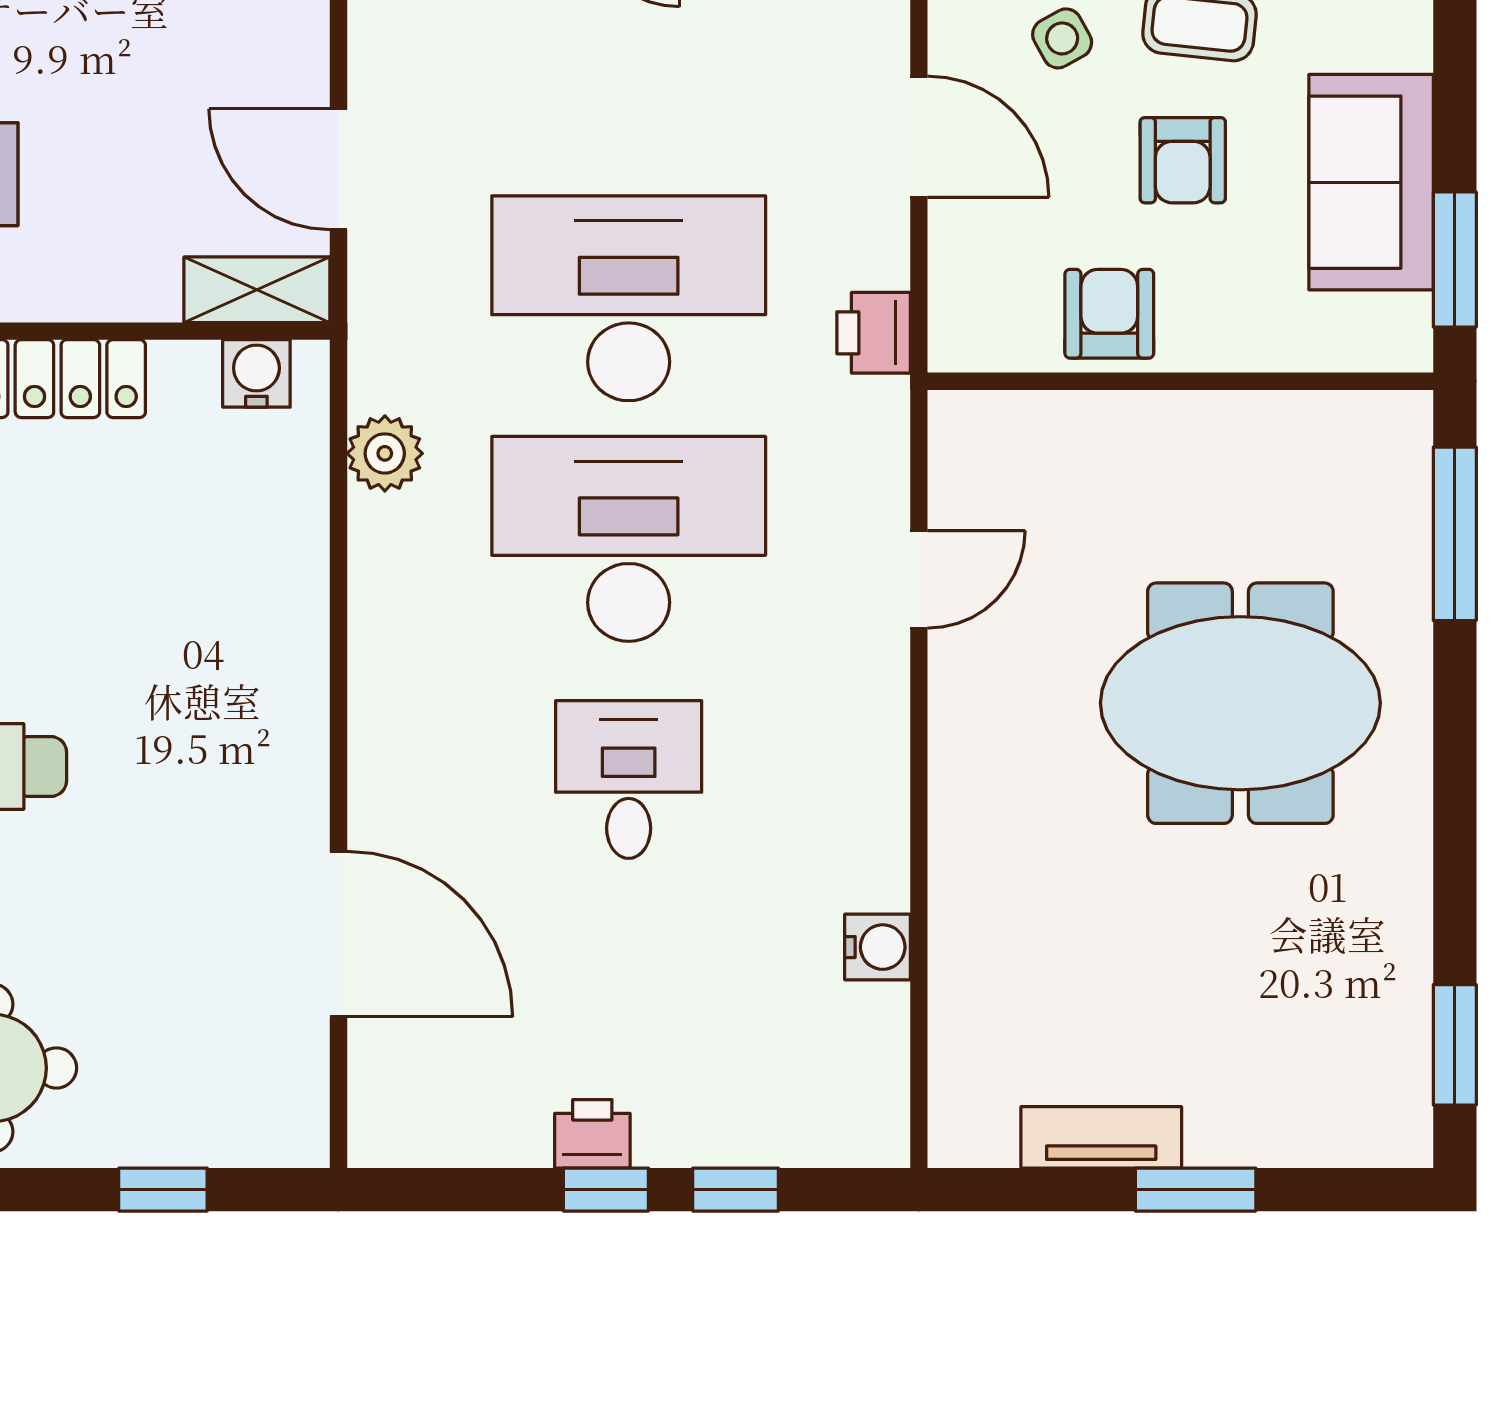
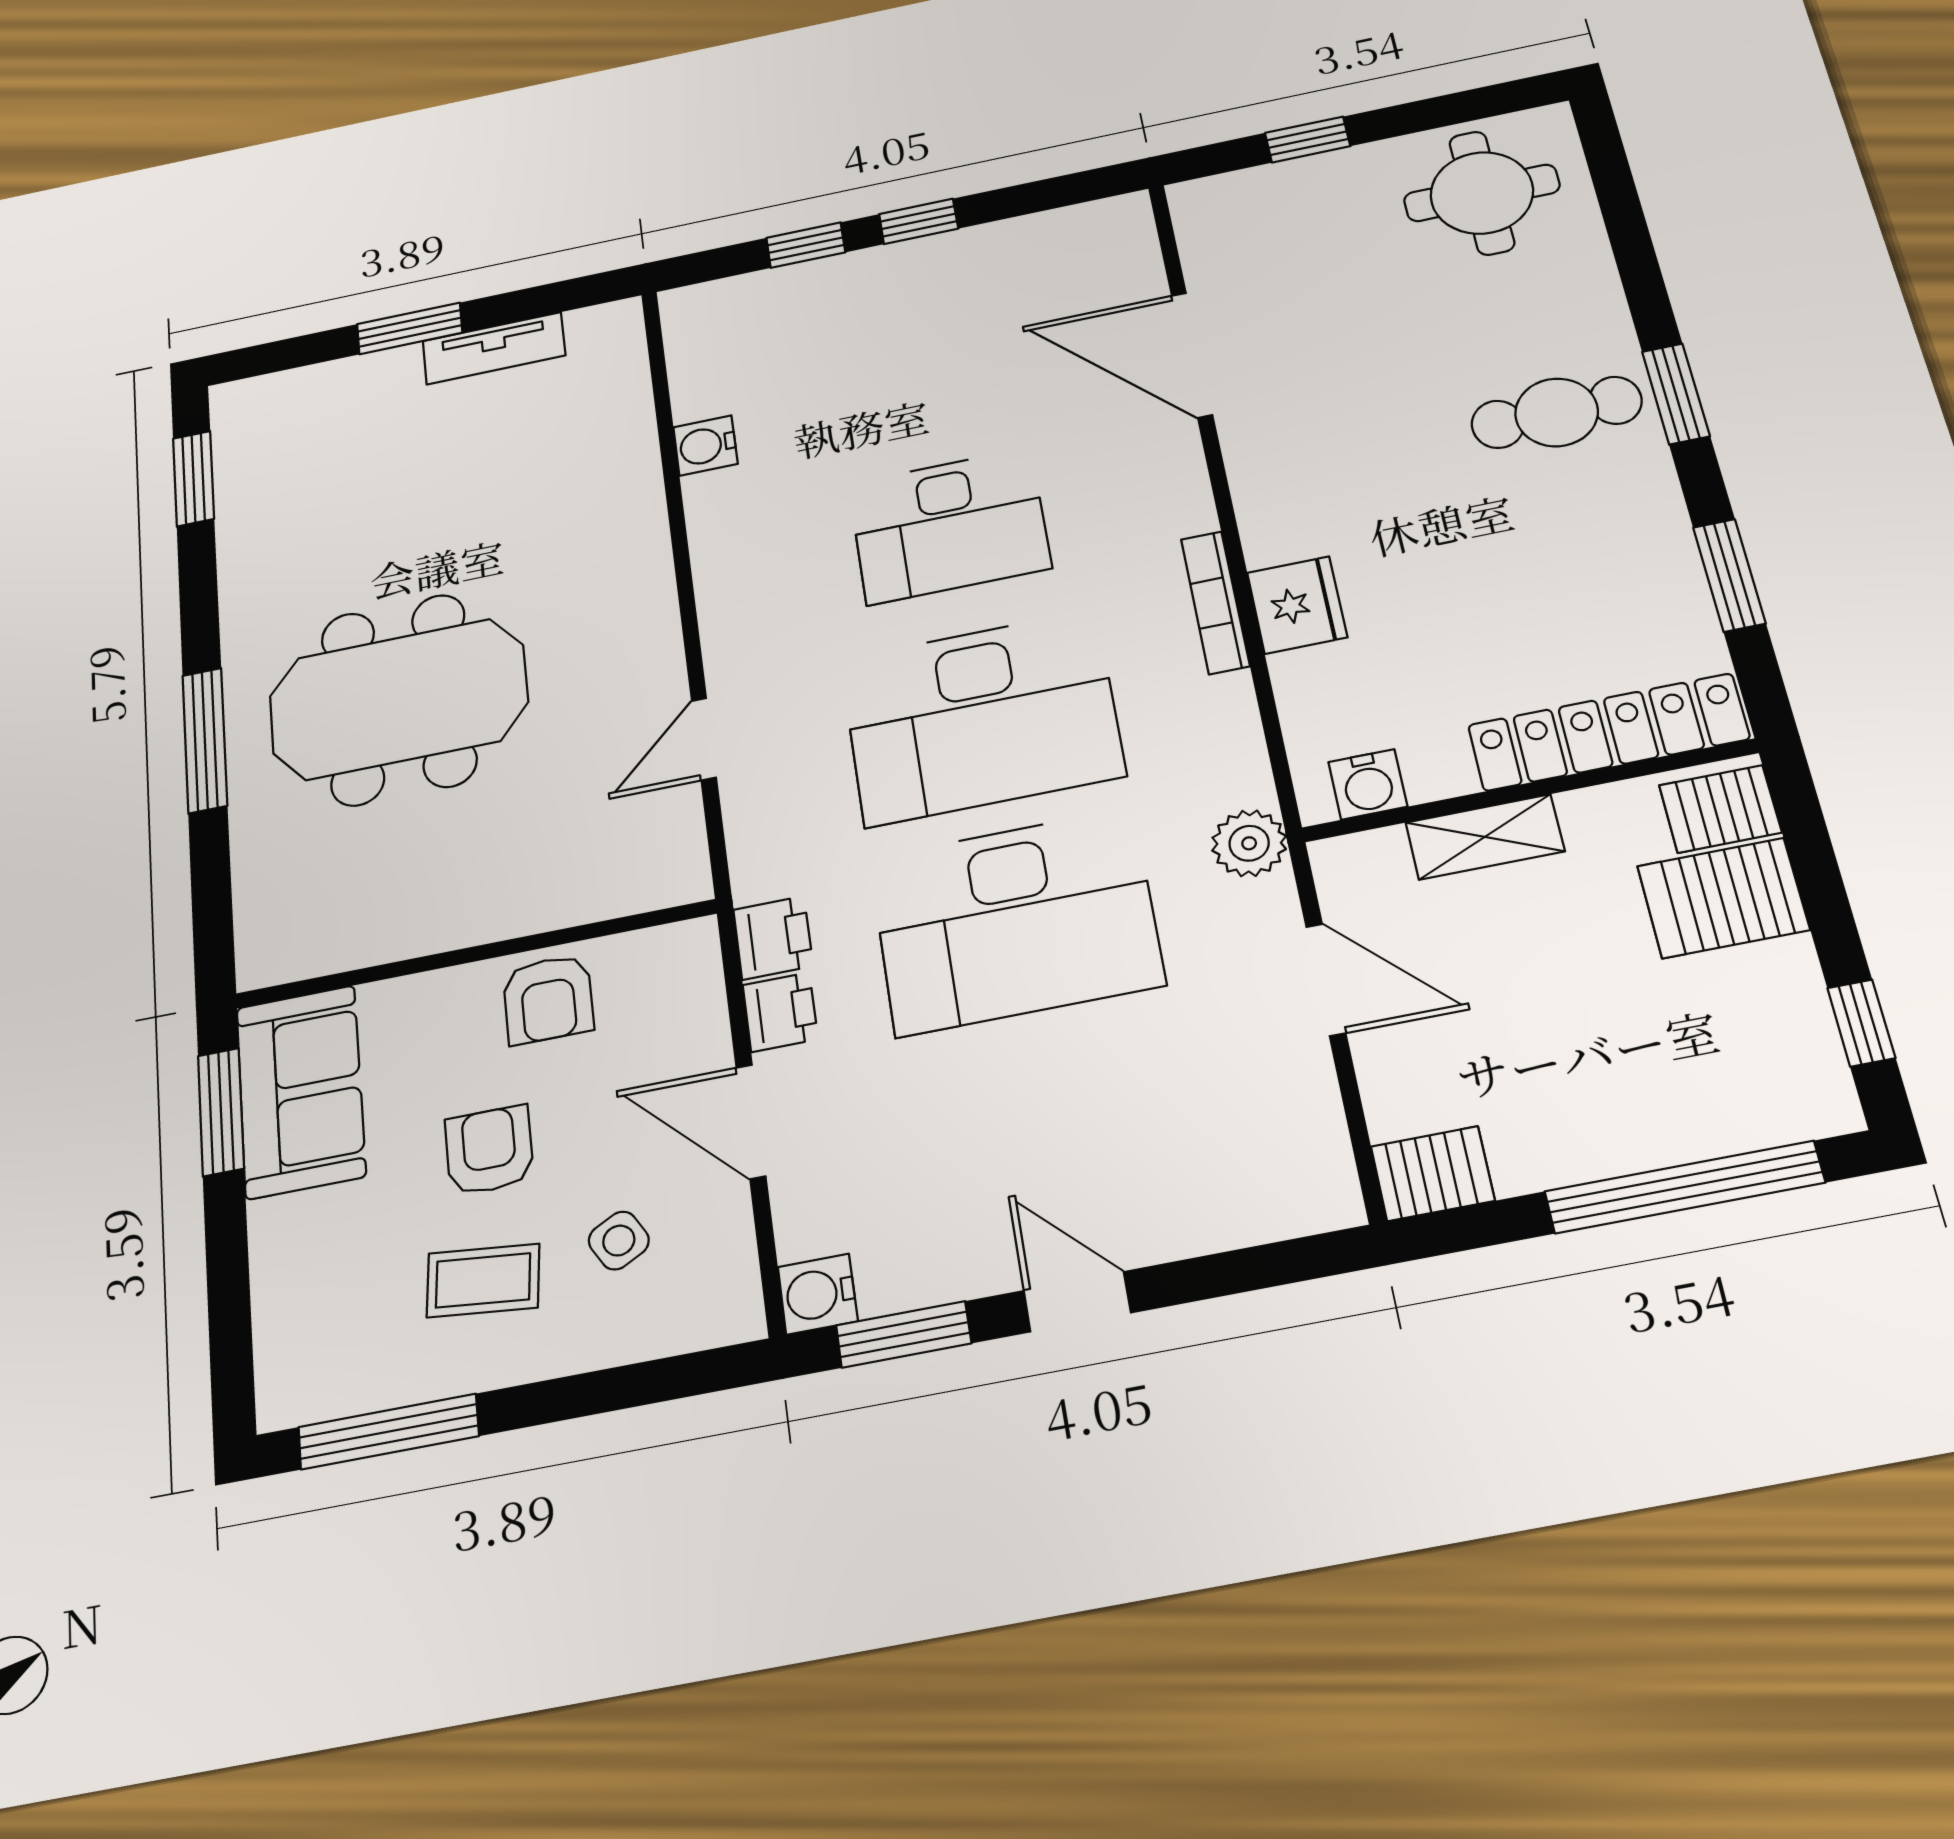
sofa: (1371, 182) -> (301, 1091), moved
shelving: (257, 290) -> (1485, 837), moved
plant: (385, 453) -> (1249, 843), moved
window: (1455, 534) -> (205, 740), moved
fridge: (286, 597) -> (1297, 605), added
bookcase: (369, 620) -> (1215, 602), added
desk: (629, 780) -> (949, 526), width x1.37
printer: (592, 1134) -> (780, 1012), moved, turned -90

